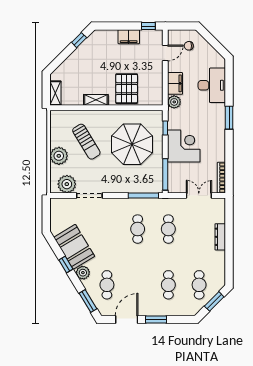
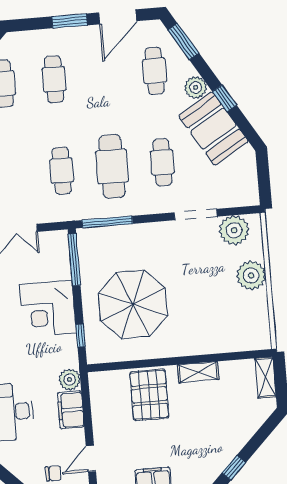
sun lounger: (86, 142) -> (208, 302), removed
cafe table: (107, 229) -> (162, 162), added
cafe table: (138, 229) -> (112, 166), width x1.37, depth x1.35

